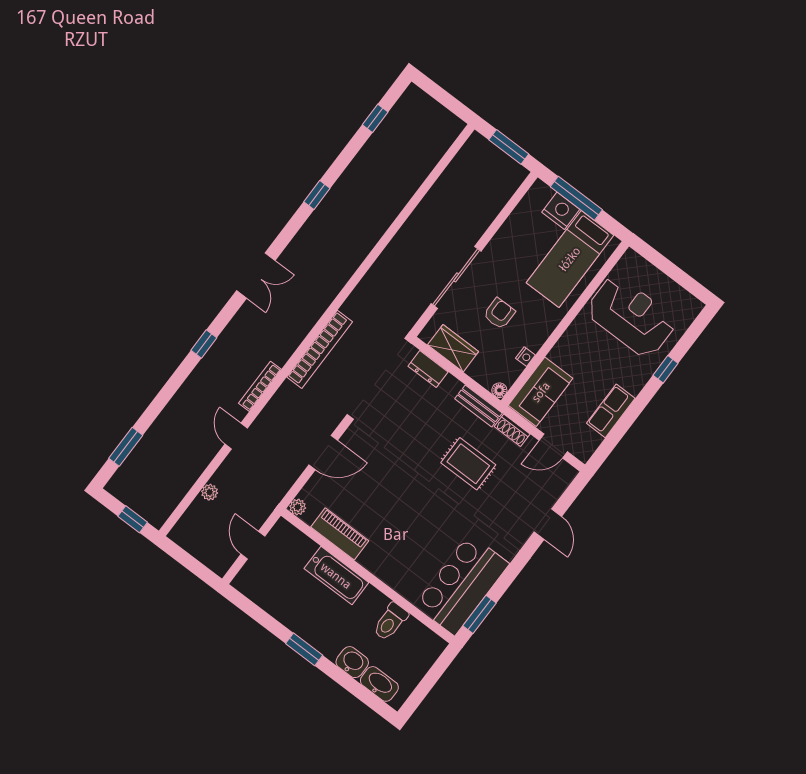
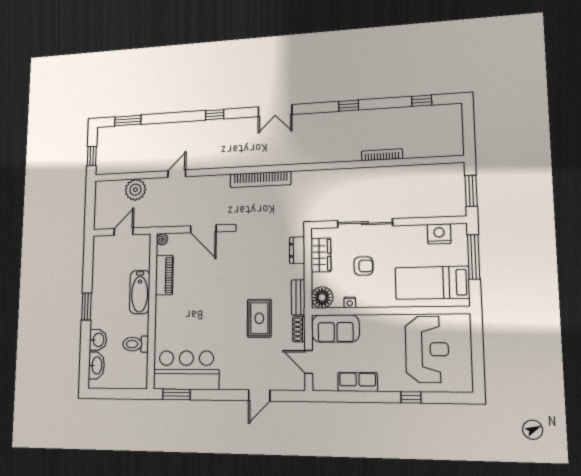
nightstand: (561, 211) -> (439, 234), moved, turned -90
bookcase: (260, 386) -> (382, 155), moved
floor lamp: (499, 390) -> (322, 297), width x1.89, depth x1.89
plant: (210, 492) -> (135, 190), width x1.88, depth x1.88

